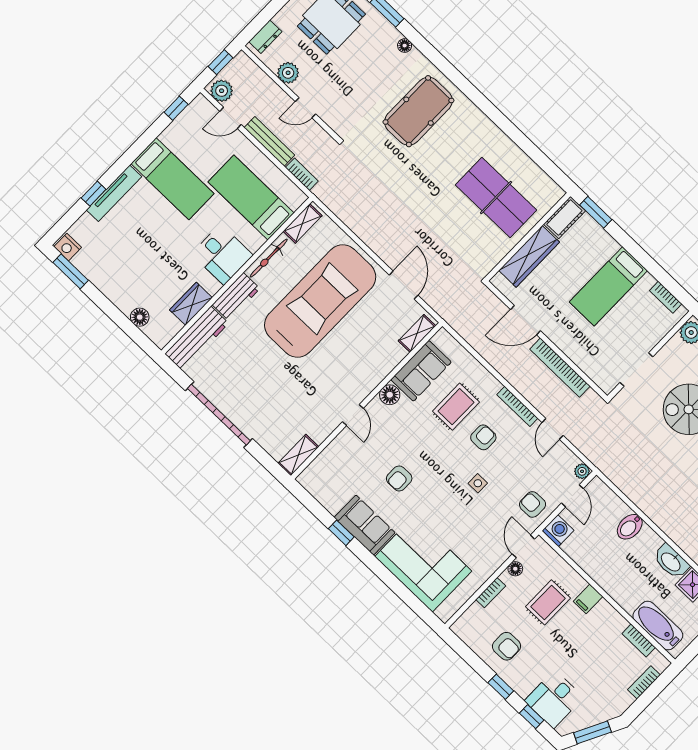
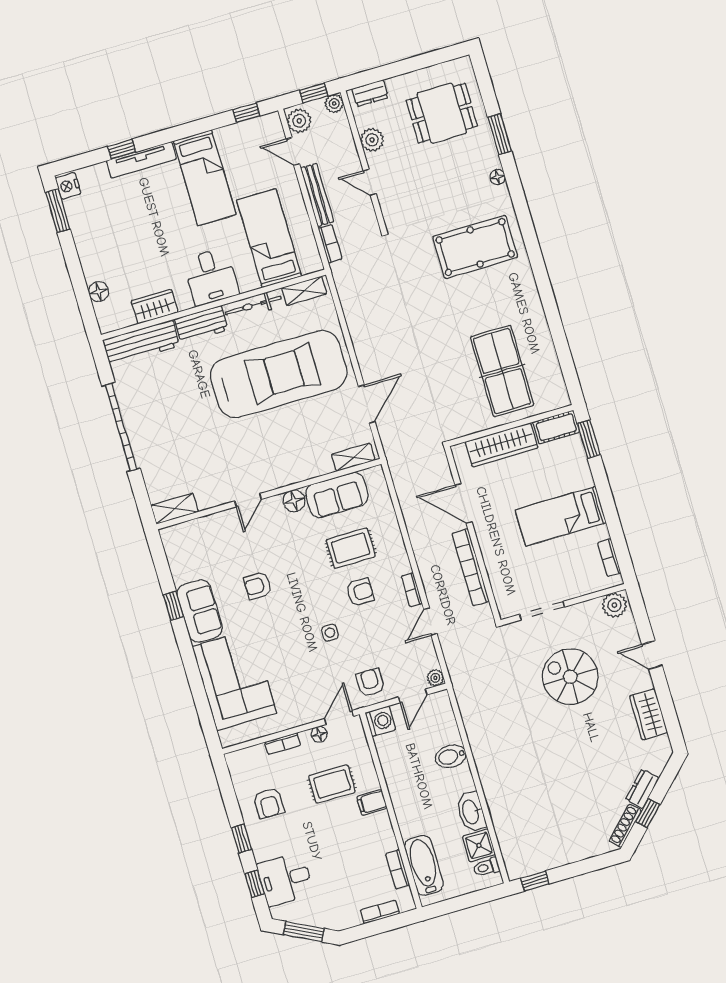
plant: (242, 61) -> (334, 103), added
bookcase: (517, 406) -> (412, 590), width x0.64

